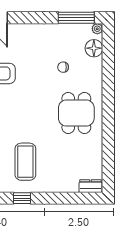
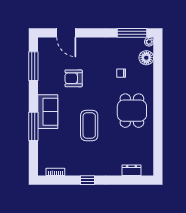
coffee table: (25, 162) -> (89, 126), moved
dresser: (90, 186) -> (131, 170), moved

